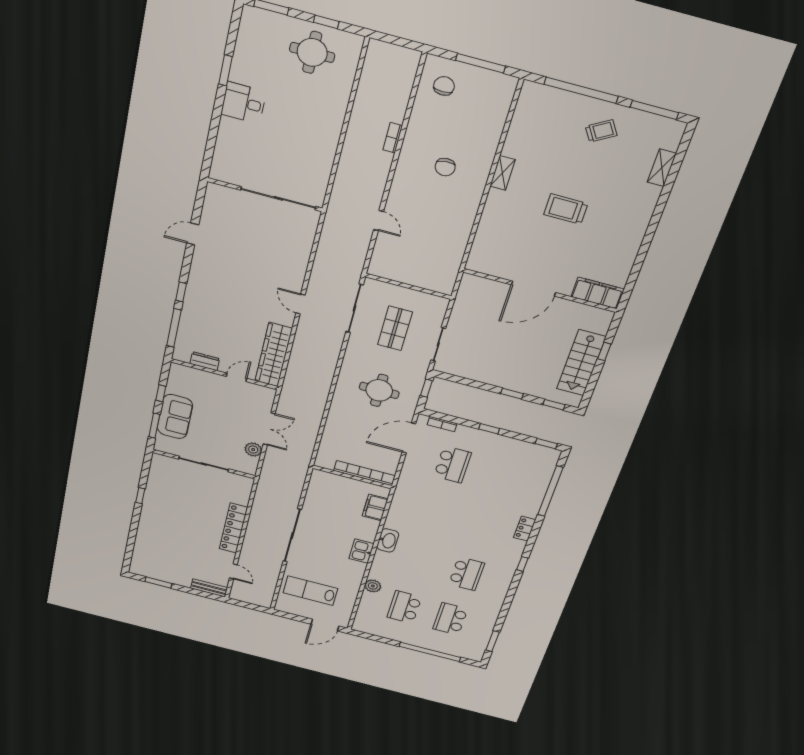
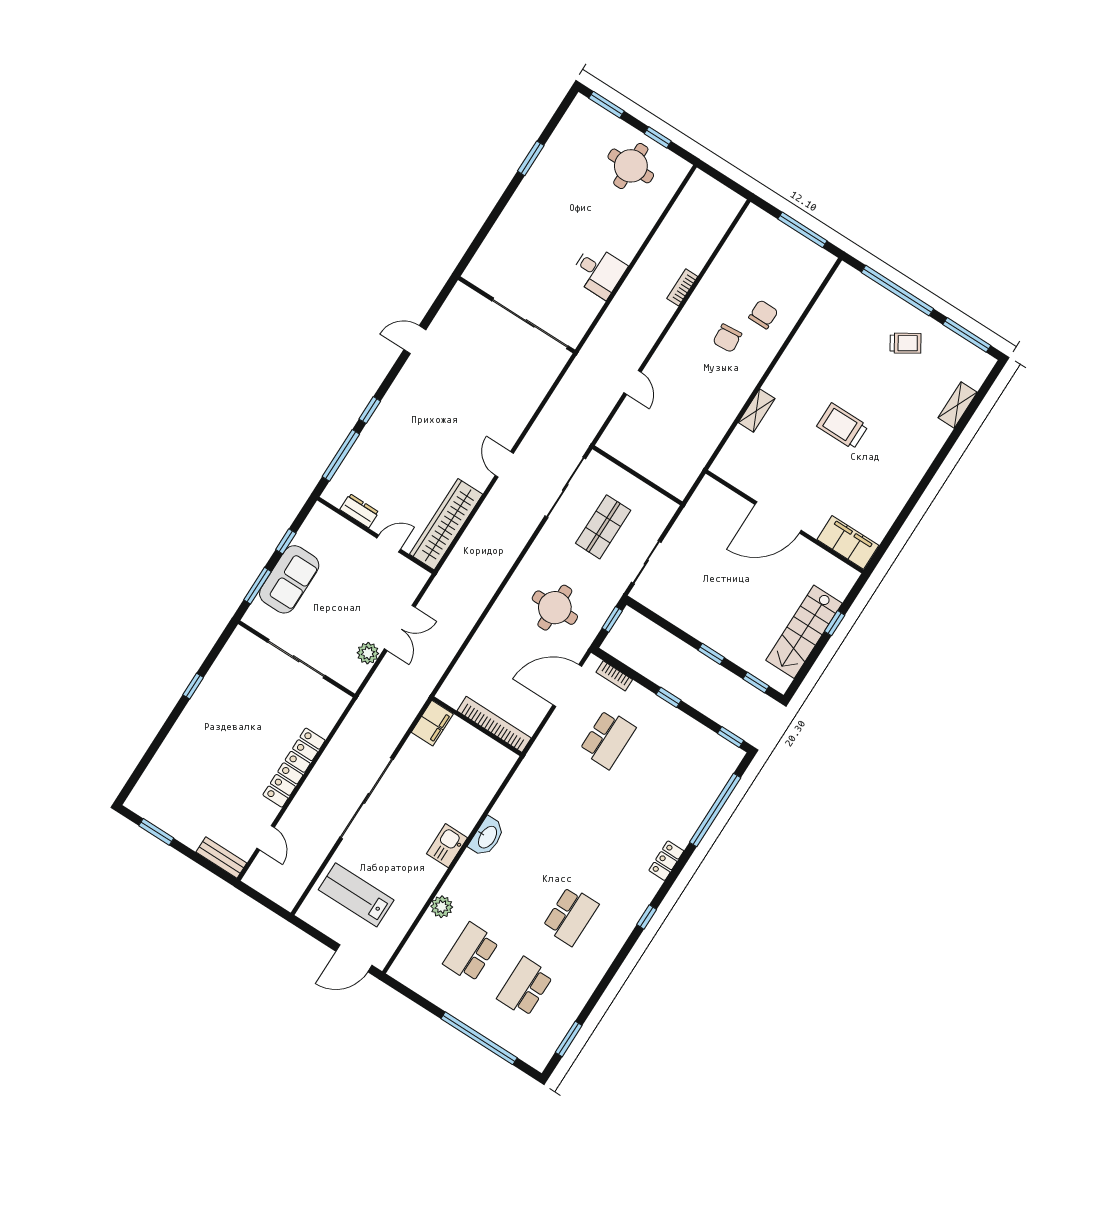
chair: (444, 86) -> (763, 314), moved
desk: (244, 103) -> (598, 271), moved, turned 180
shelving: (503, 173) -> (757, 411), moved
filing cabinet: (375, 507) -> (432, 723), moved, turned 180

